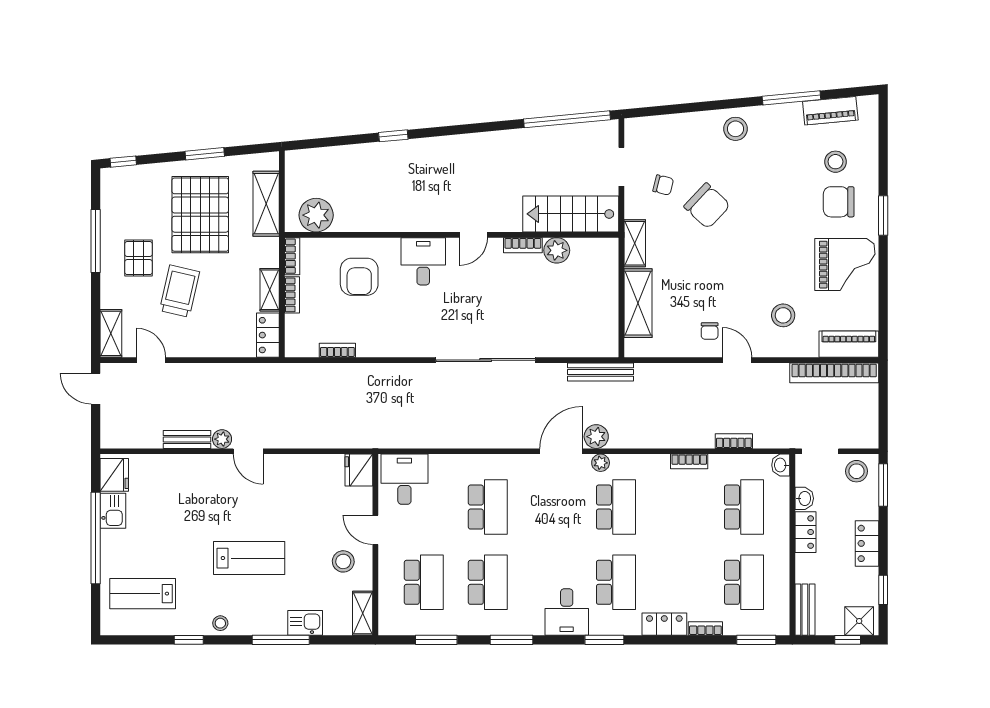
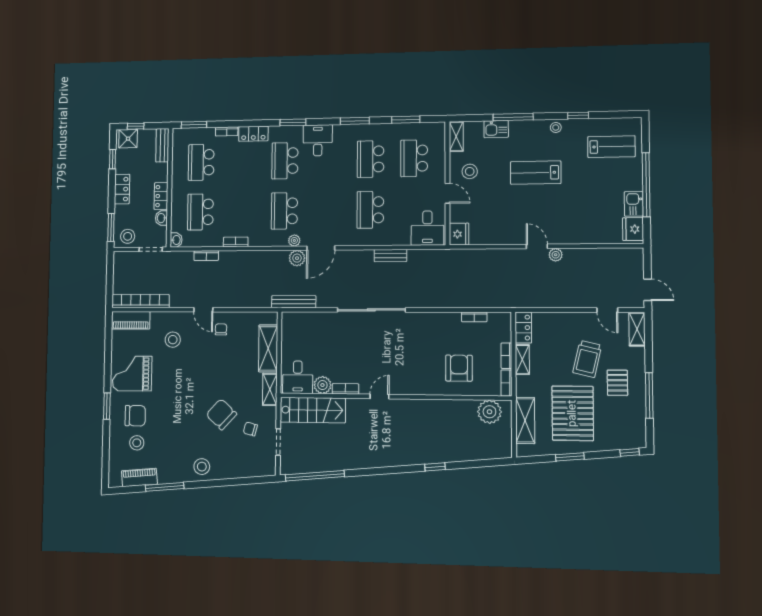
desk: (423, 261) -> (298, 377), moved
bench: (187, 439) -> (390, 256), moved

